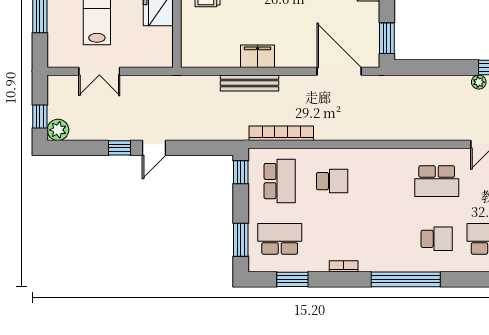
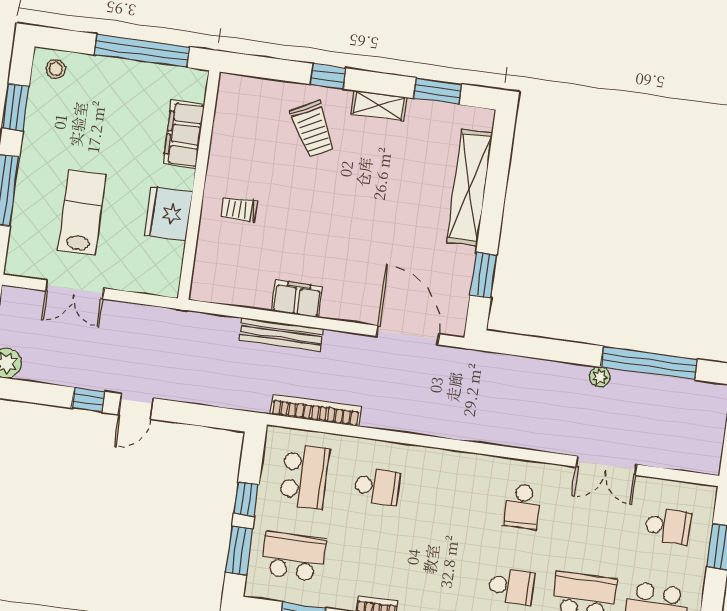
window: (387, 38) -> (484, 275), moved
window: (241, 172) -> (246, 499), moved
school desk: (437, 181) -> (522, 506), width x0.54

